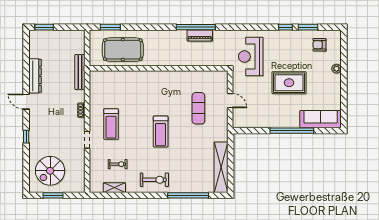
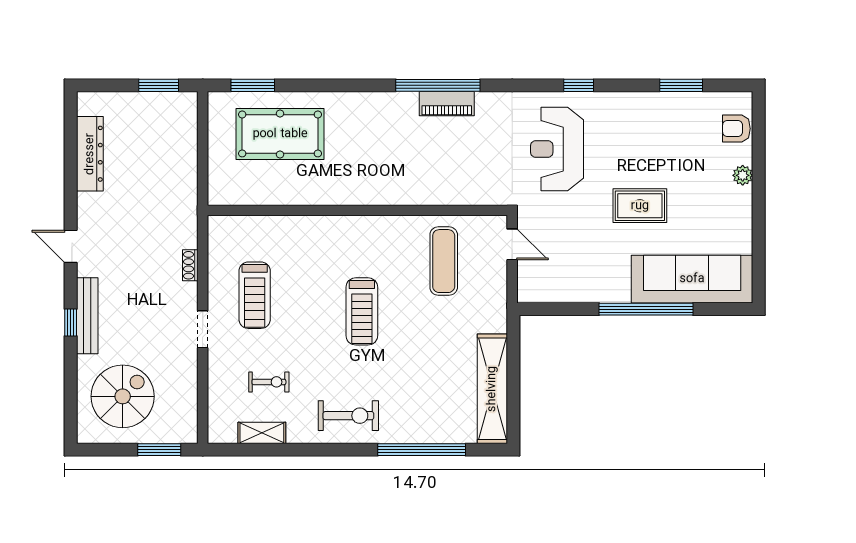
window: (44, 27) -> (159, 85), moved
window: (286, 27) -> (579, 85), moved
armchair: (319, 45) -> (736, 129), moved
wall: (159, 68) -> (357, 210), moved
bench: (80, 72) -> (87, 316), moved
dresser: (35, 76) -> (90, 154), moved
rug: (289, 83) -> (640, 206), width x0.73, depth x0.70
sofa: (321, 119) -> (692, 279), width x1.36, depth x1.27
spiral stairs: (50, 171) -> (123, 396), turned 180
window: (53, 195) -> (159, 450), moved

